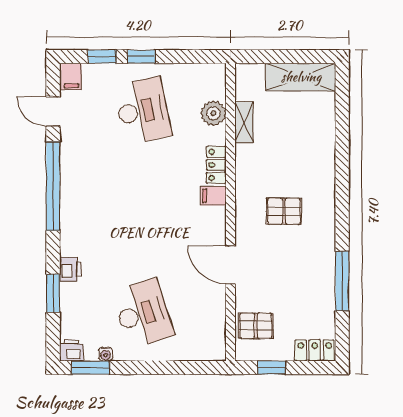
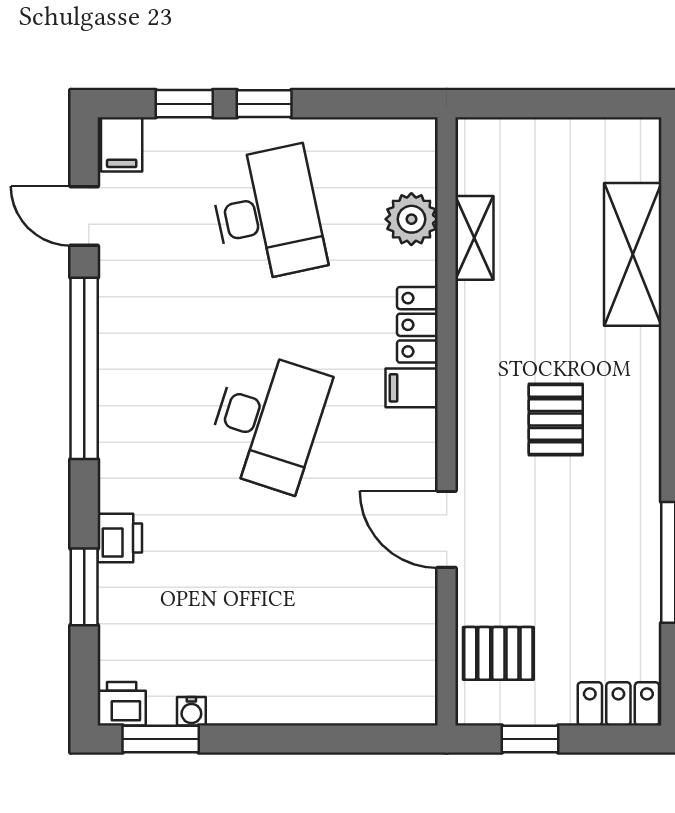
shelving: (301, 77) -> (633, 254), moved, turned 90
pallet: (284, 211) -> (556, 419), turned 90
desk: (143, 313) -> (268, 421), moved, turned 36

